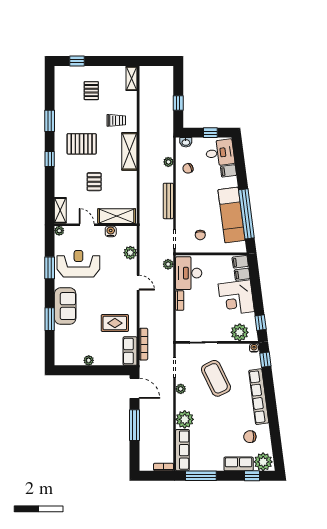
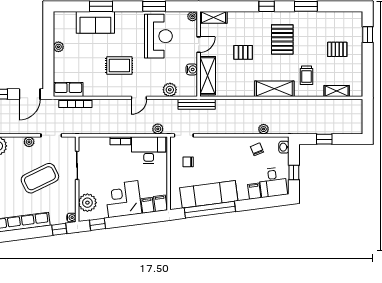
shelving: (131, 78) -> (337, 91), moved
bench: (168, 201) -> (197, 104), moved
sofa: (65, 306) -> (95, 22), moved
rug: (115, 323) -> (119, 65), moved, turned 90

